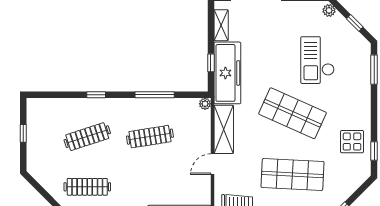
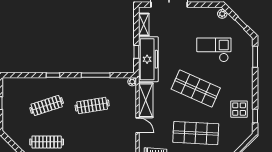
checkout: (317, 60) -> (214, 50), turned 90
door: (212, 164) -> (138, 125), swing flipped

